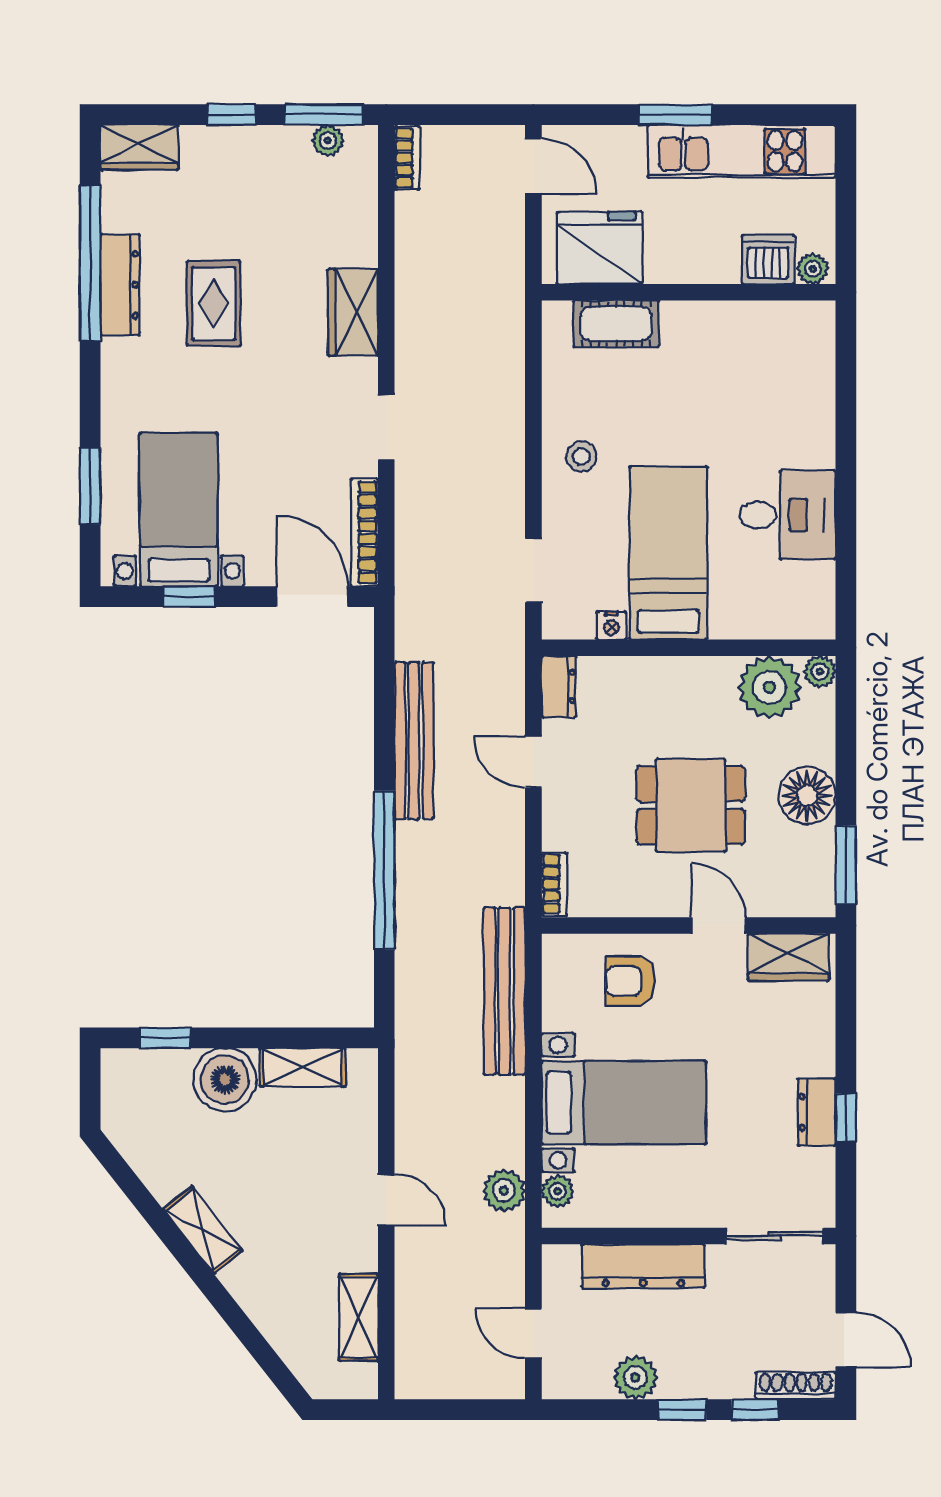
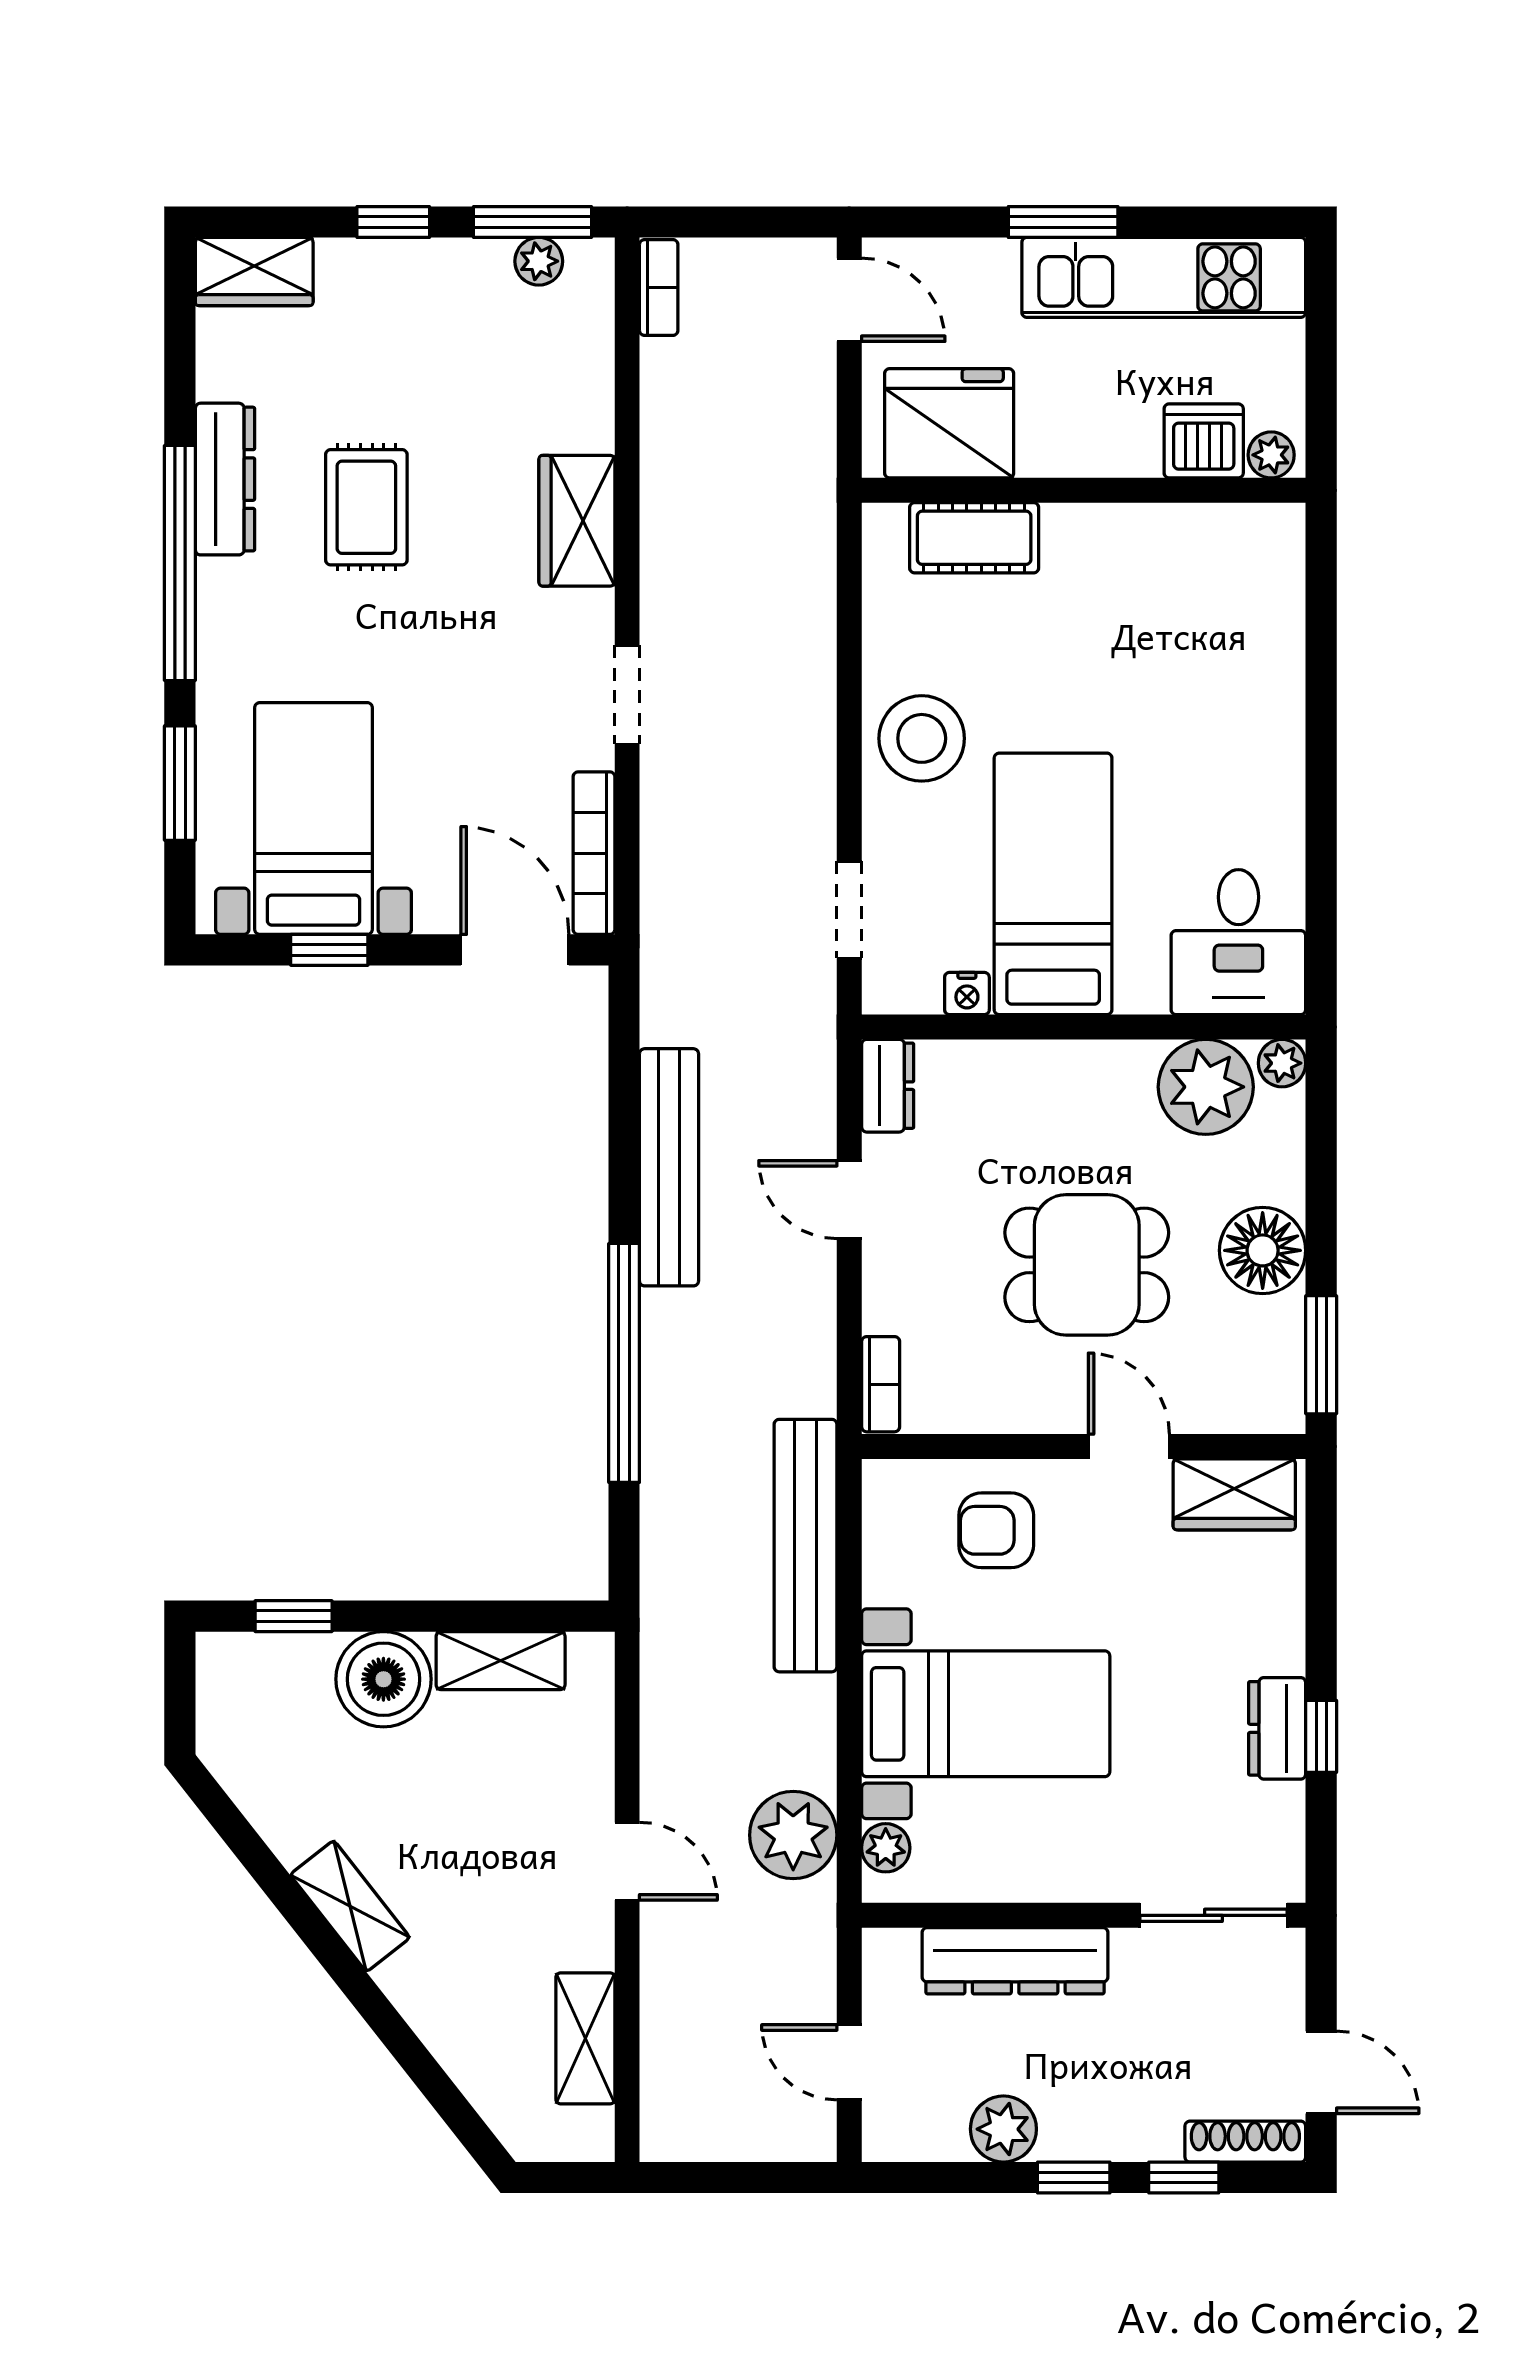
window: (90, 263) -> (180, 563), moved
stool: (581, 457) -> (922, 738), width x1.89, depth x1.89
desk: (788, 515) -> (1238, 942), moved, turned 90
plant: (504, 1190) -> (793, 1835), width x1.36, depth x1.36

